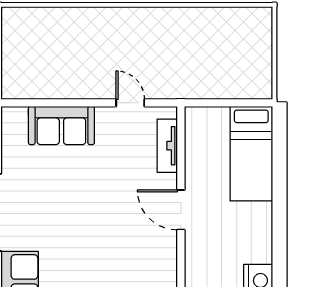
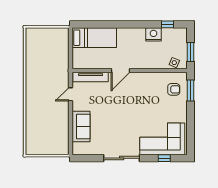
tv unit: (167, 146) -> (90, 77), width x1.41

